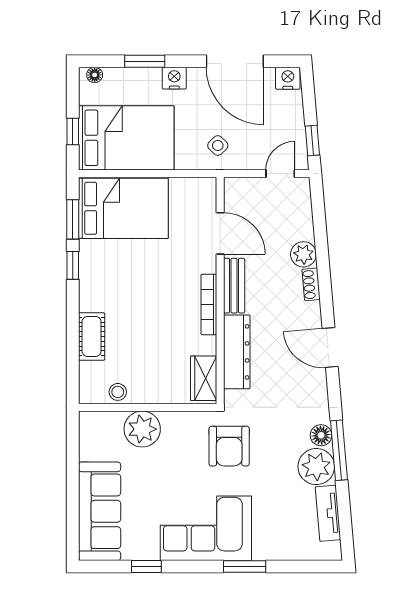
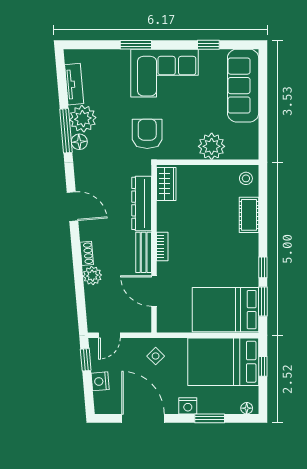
nightstand: (288, 78) -> (100, 381), moved, turned 85
bookcase: (209, 305) -> (162, 247), width x0.64
stool: (118, 392) -> (246, 178), moved

